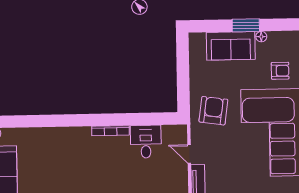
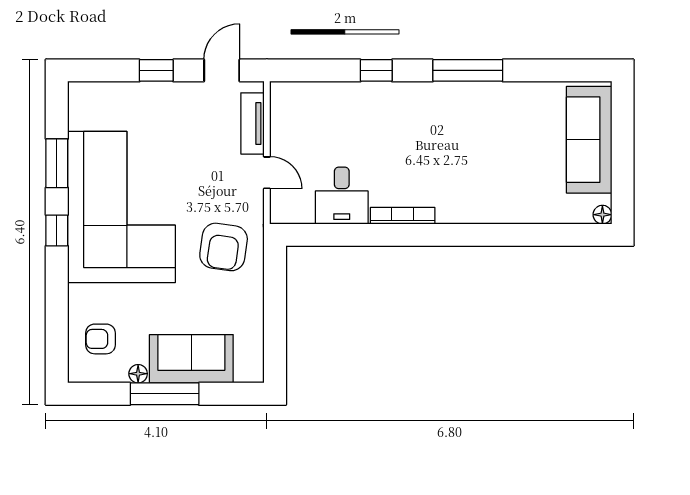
window: (246, 25) -> (165, 394), width x1.44
armchair: (280, 71) -> (100, 339), moved

